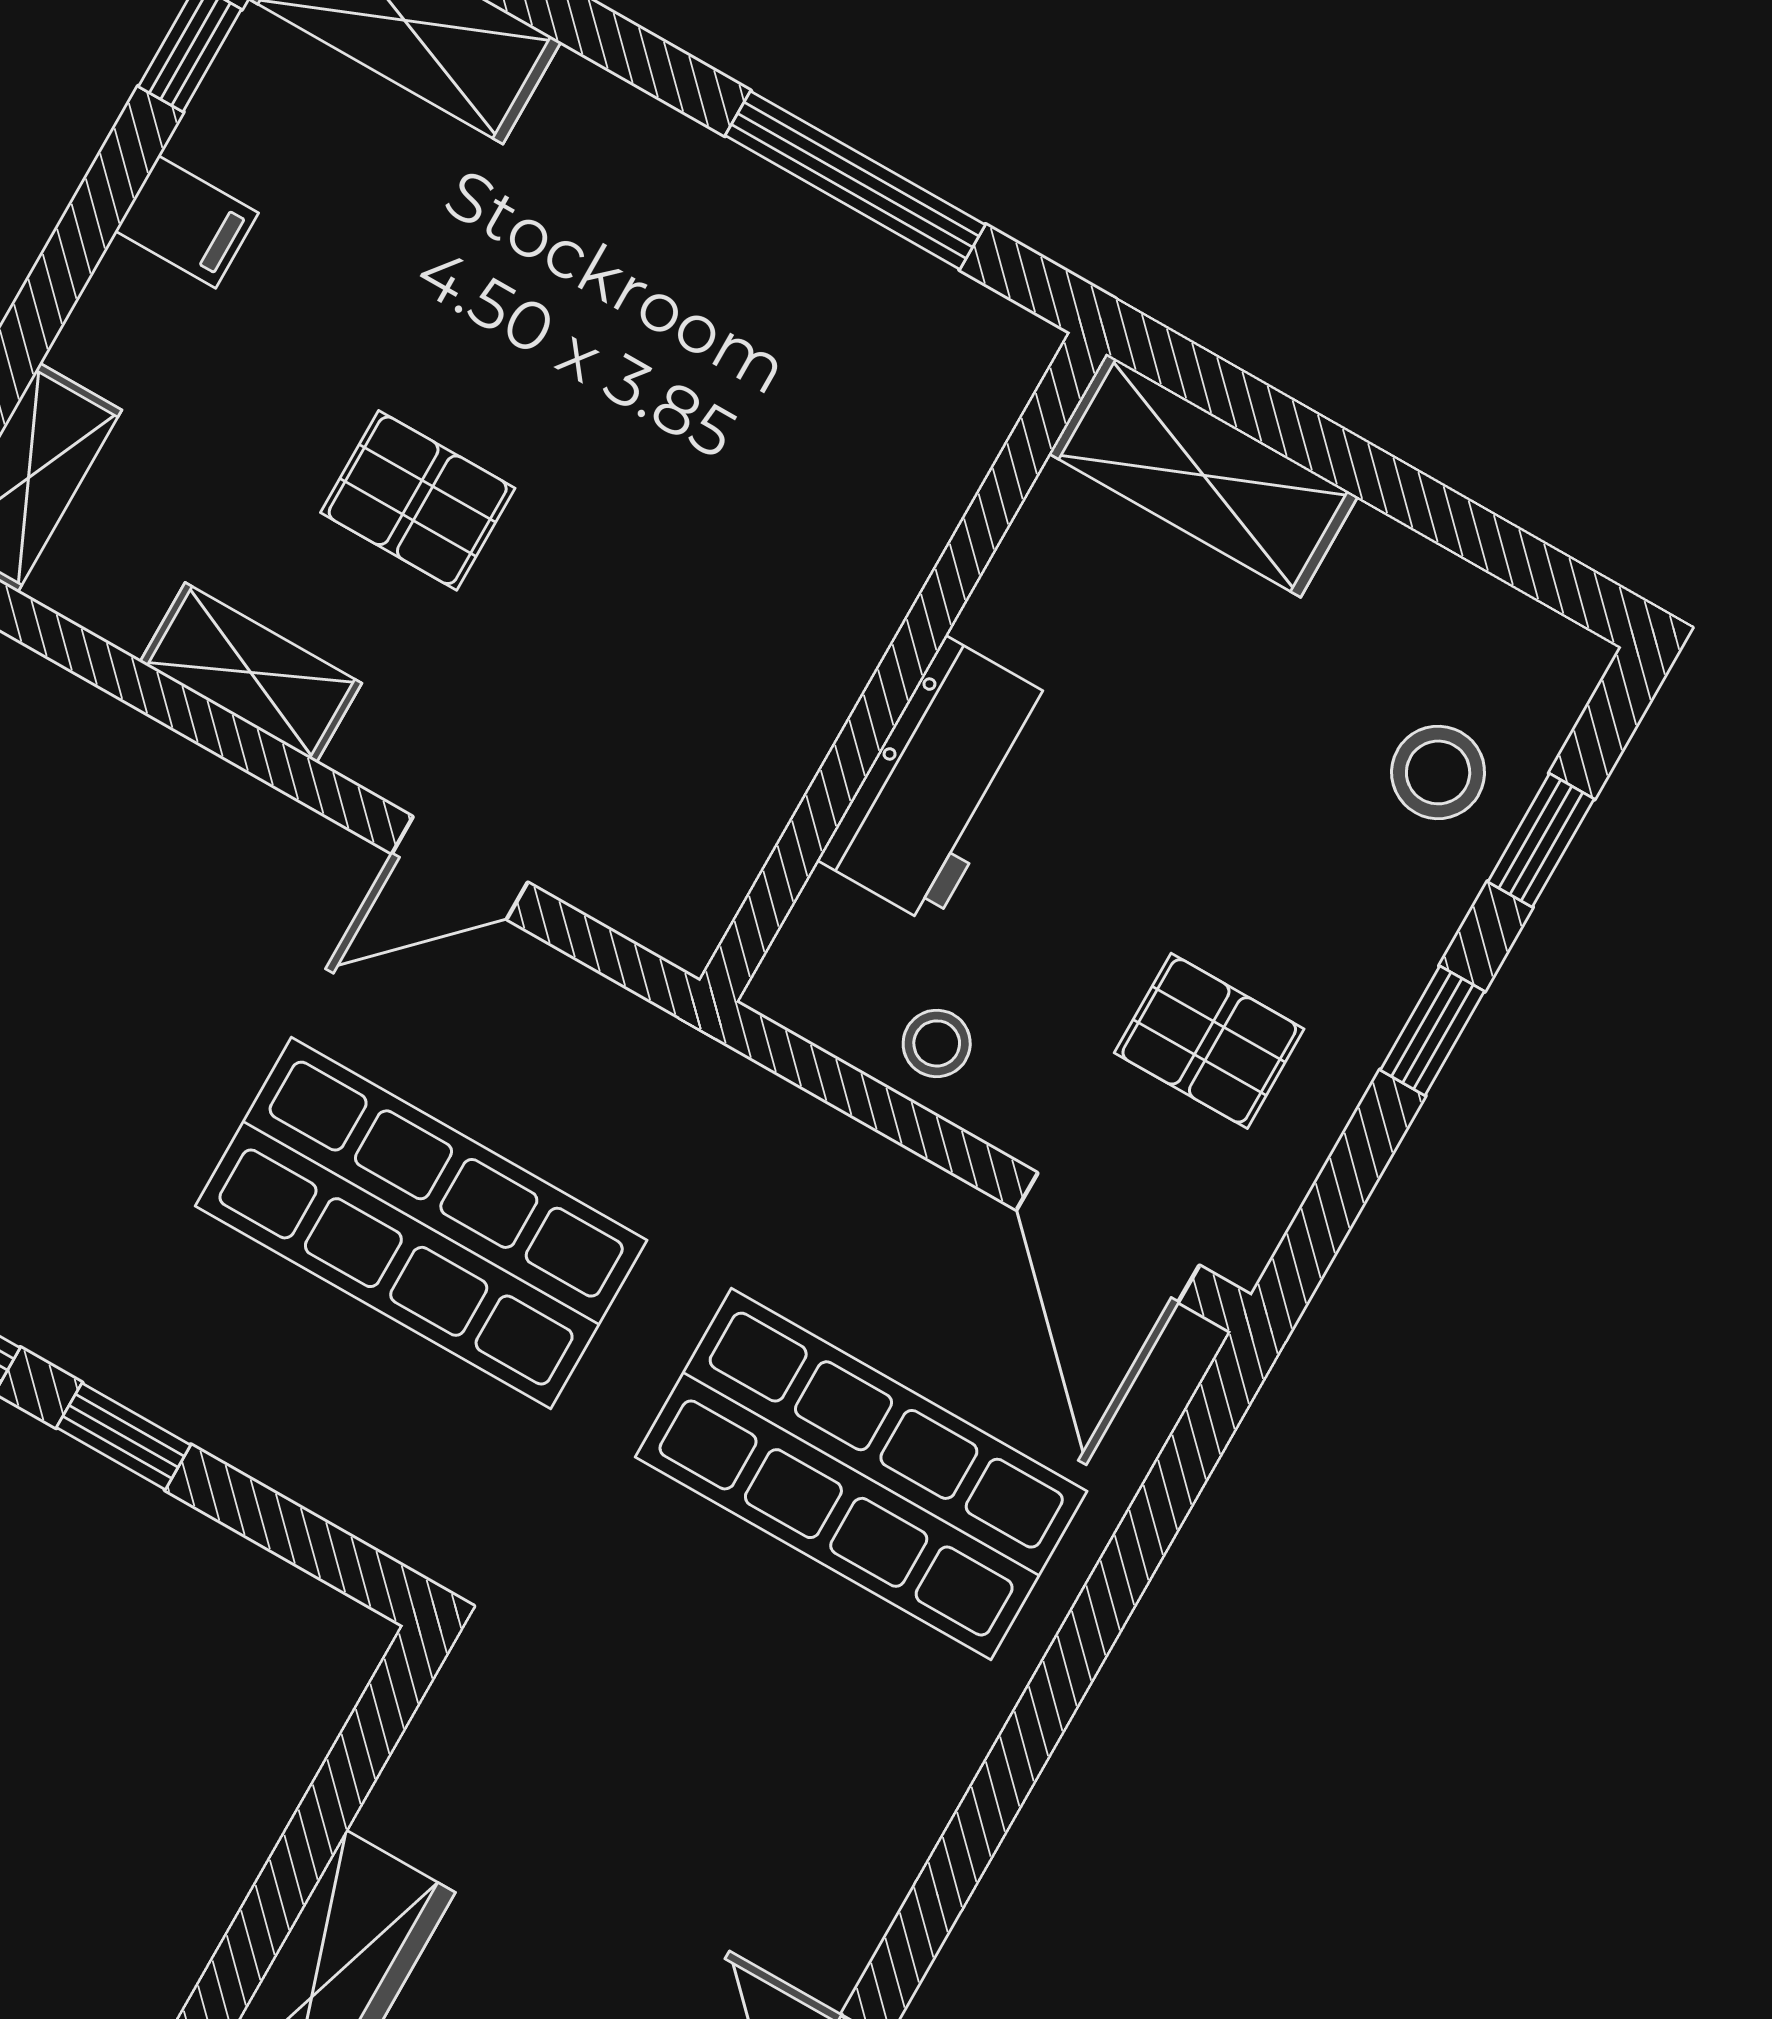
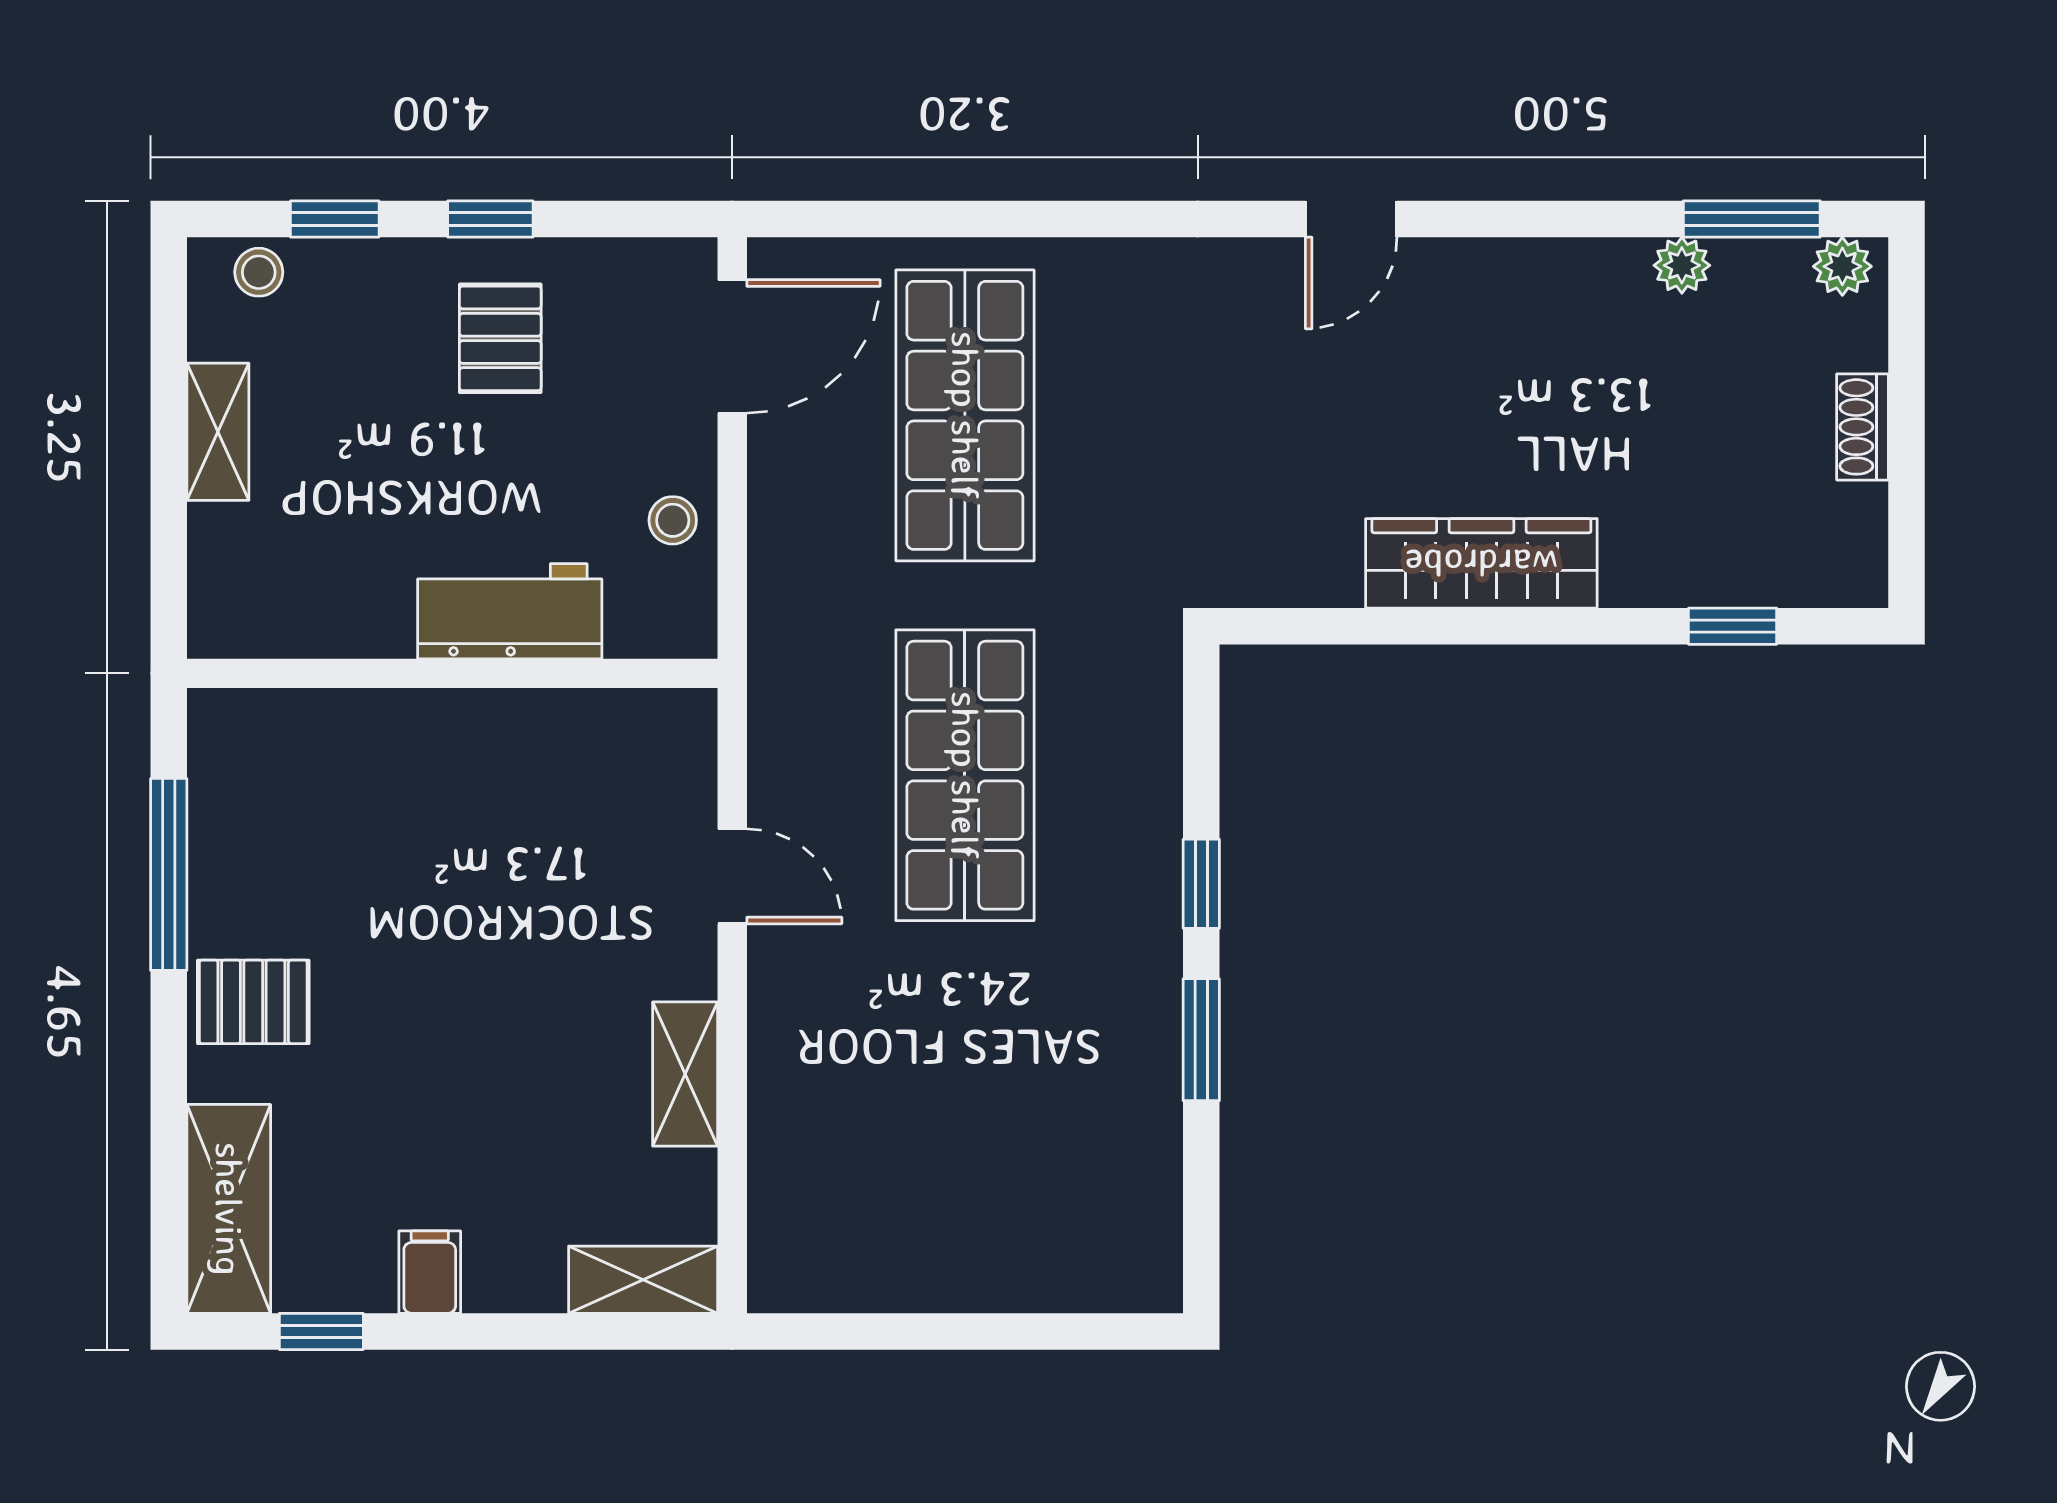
shelving: (1203, 475) -> (218, 432), moved, width x0.67, depth x0.75
pallet: (418, 500) -> (253, 1002), moved, turned 90
stool: (1438, 772) -> (259, 272), moved, width x0.73, depth x0.73
pallet: (1209, 1041) -> (500, 338), moved

